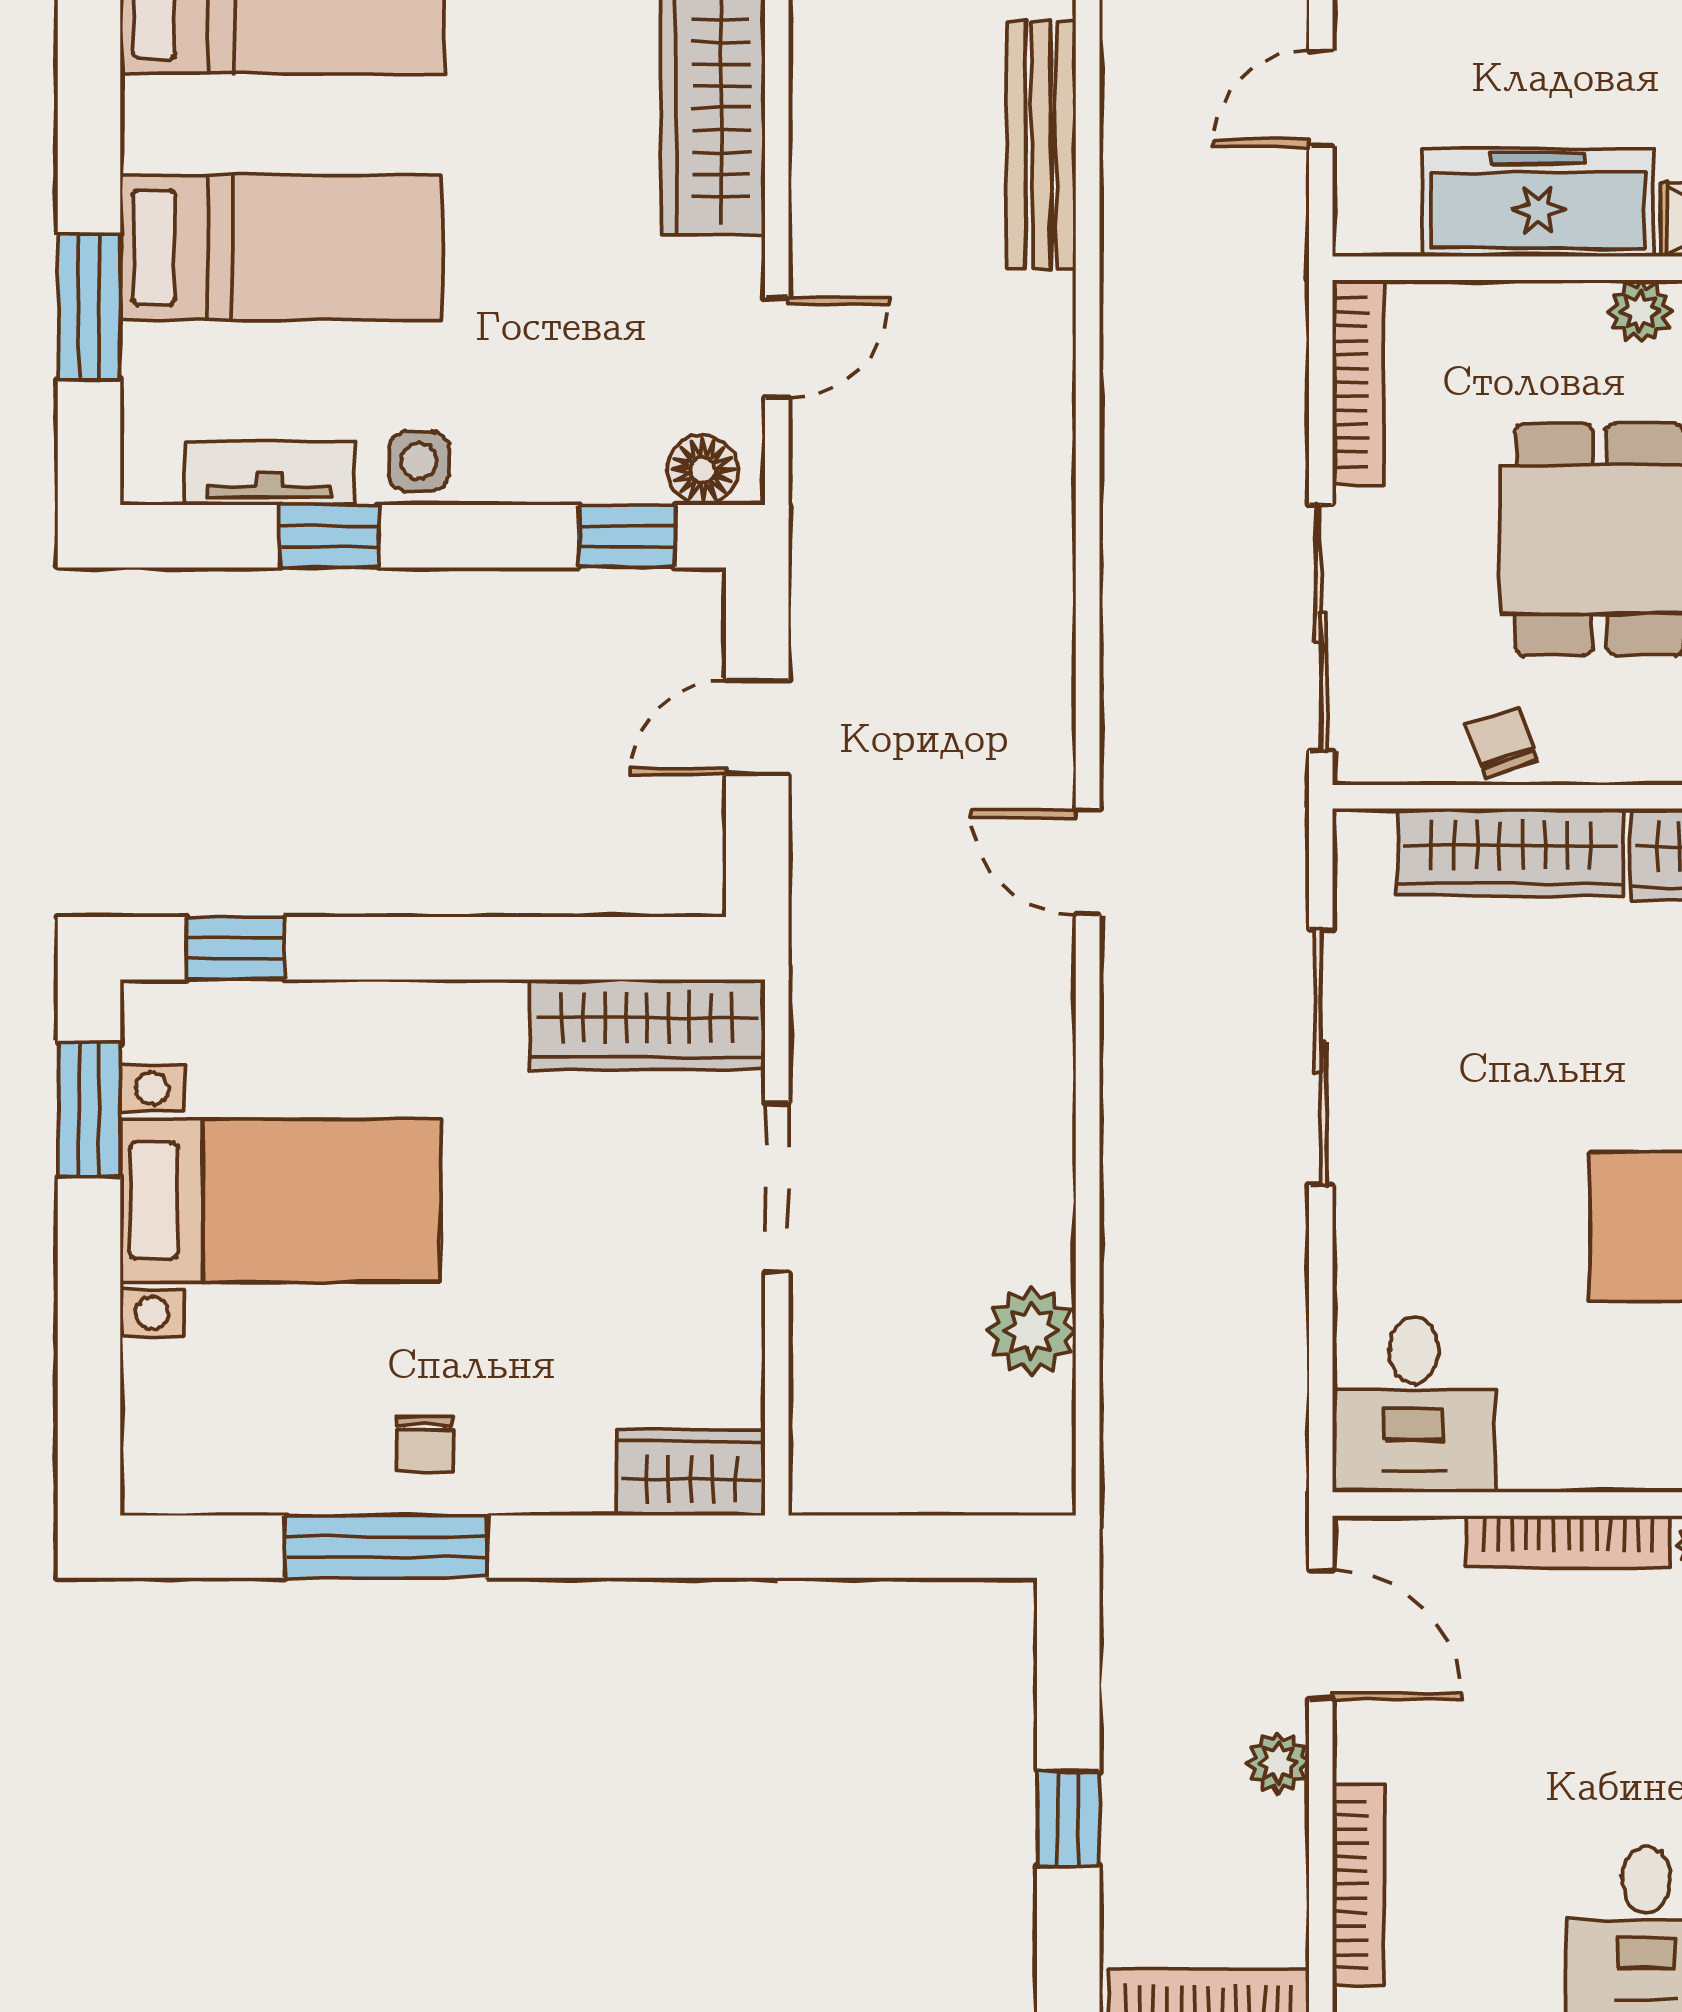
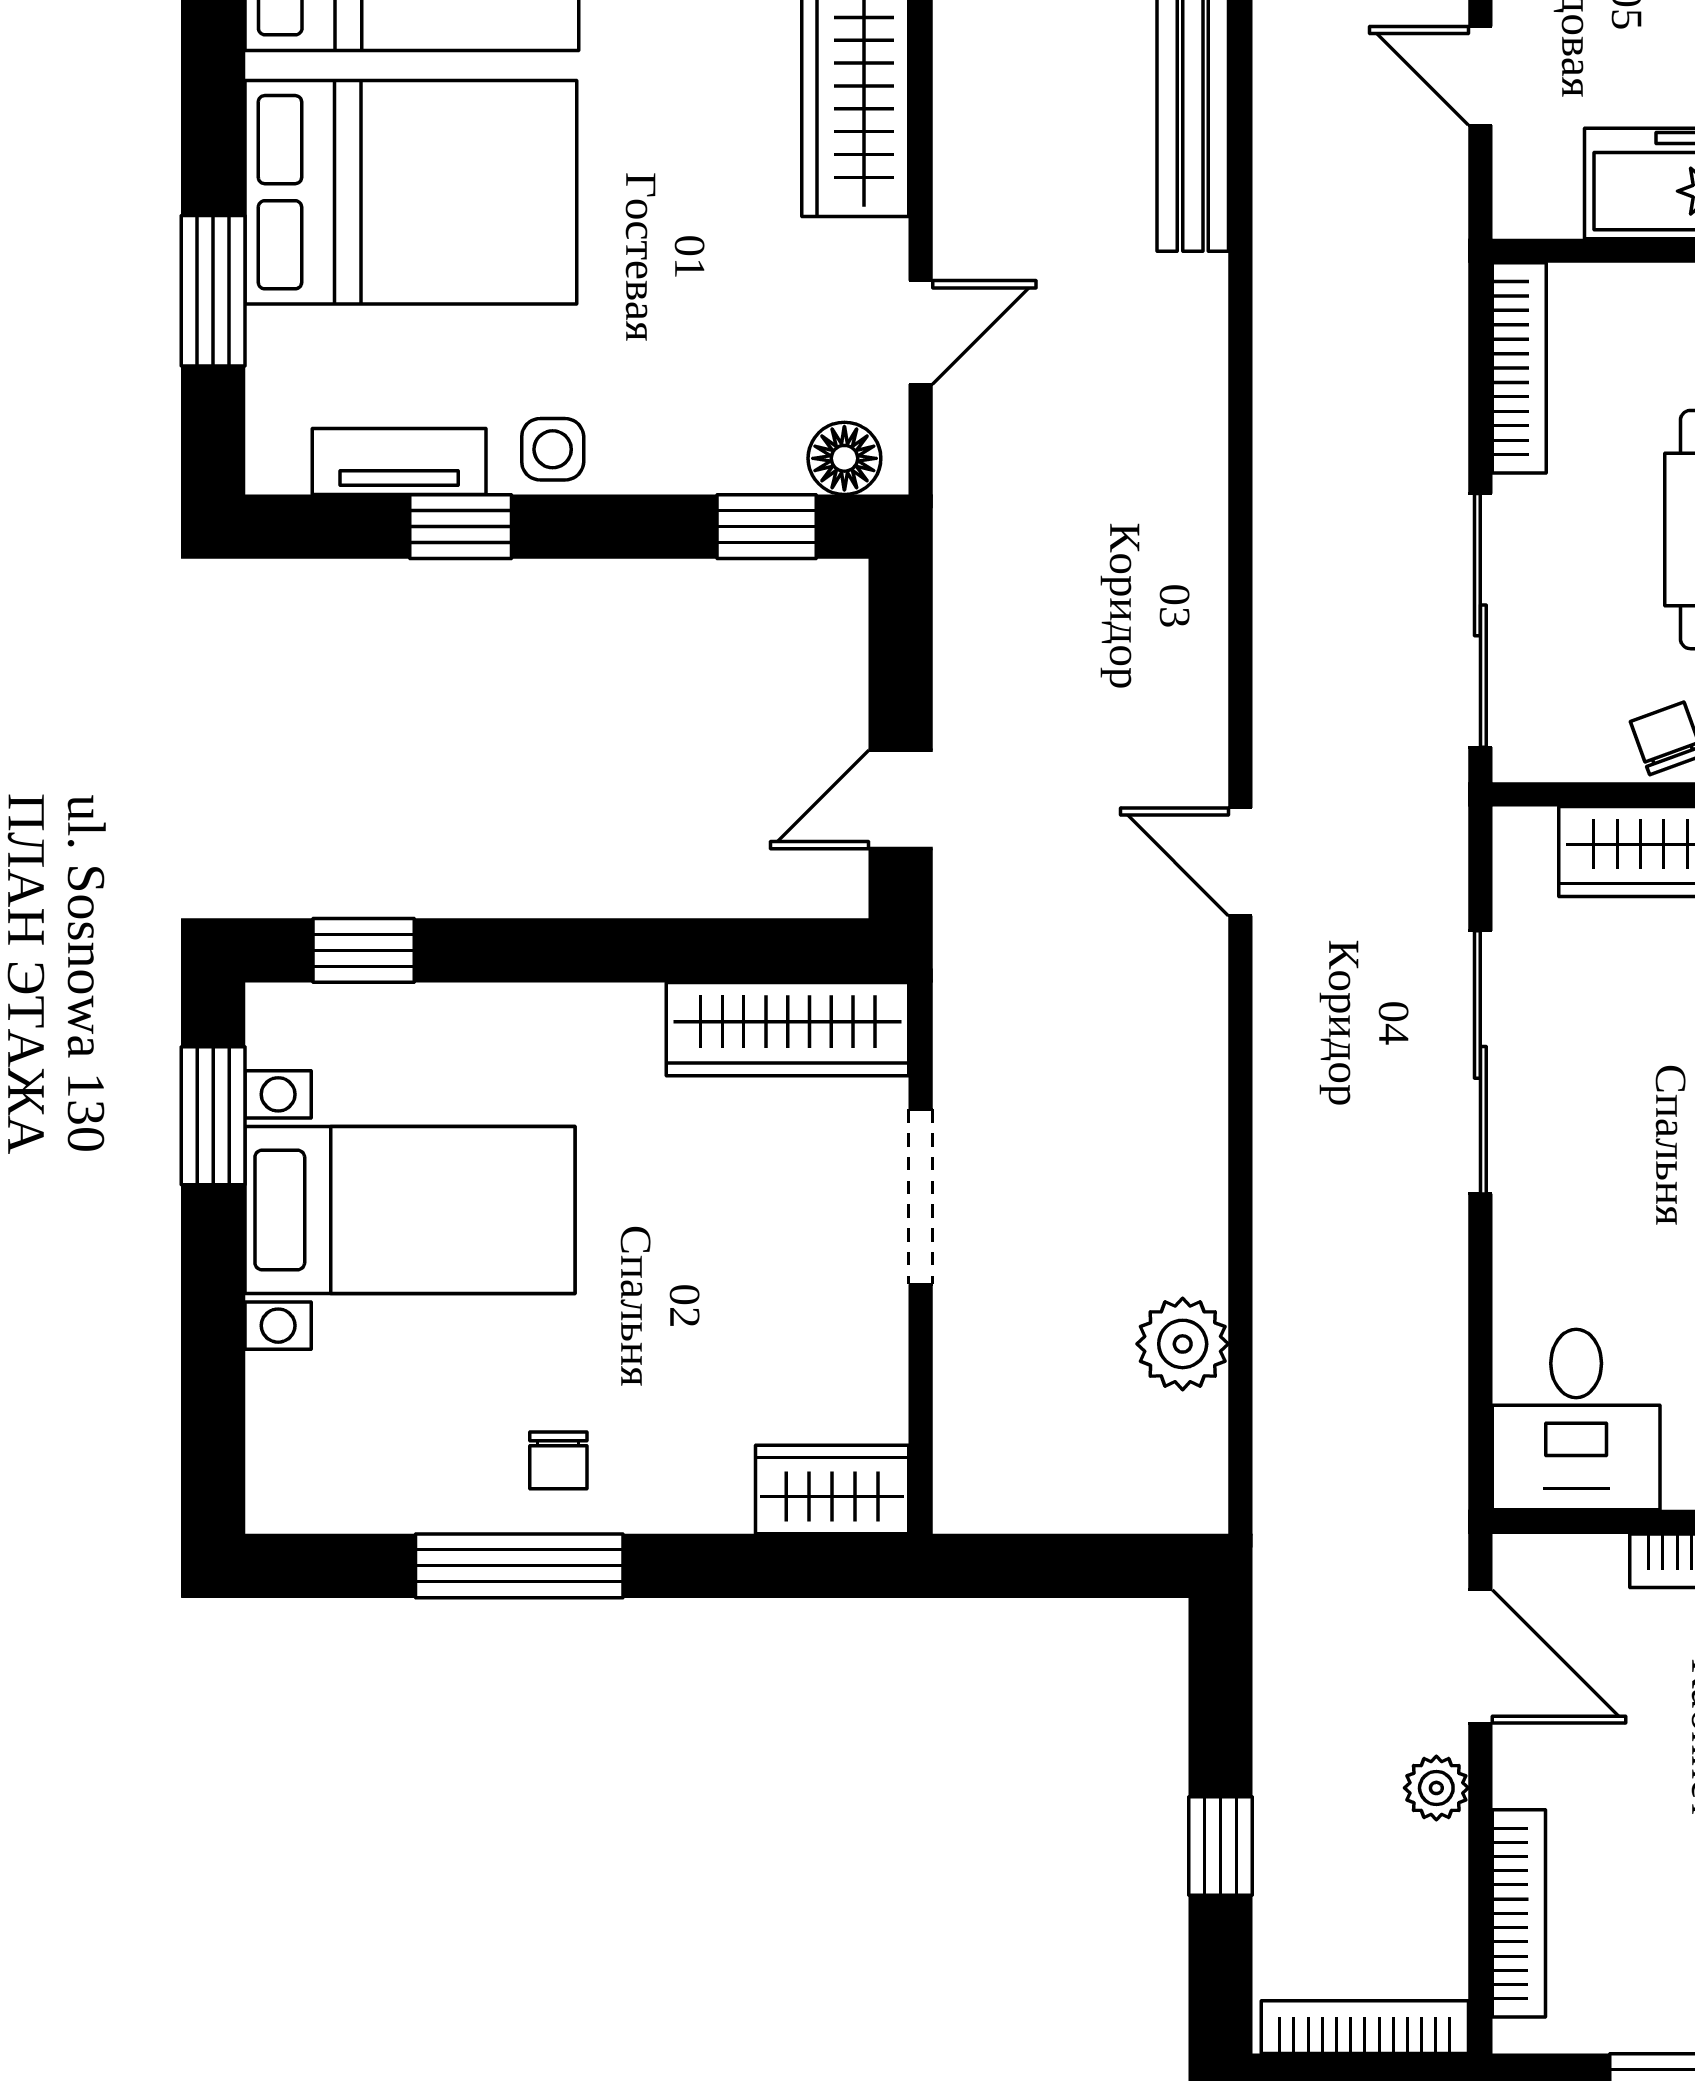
door: (1321, 98) -> (1480, 76), hinge flipped
bed: (281, 248) -> (411, 192), width x1.50
door: (757, 727) -> (901, 800), moved

